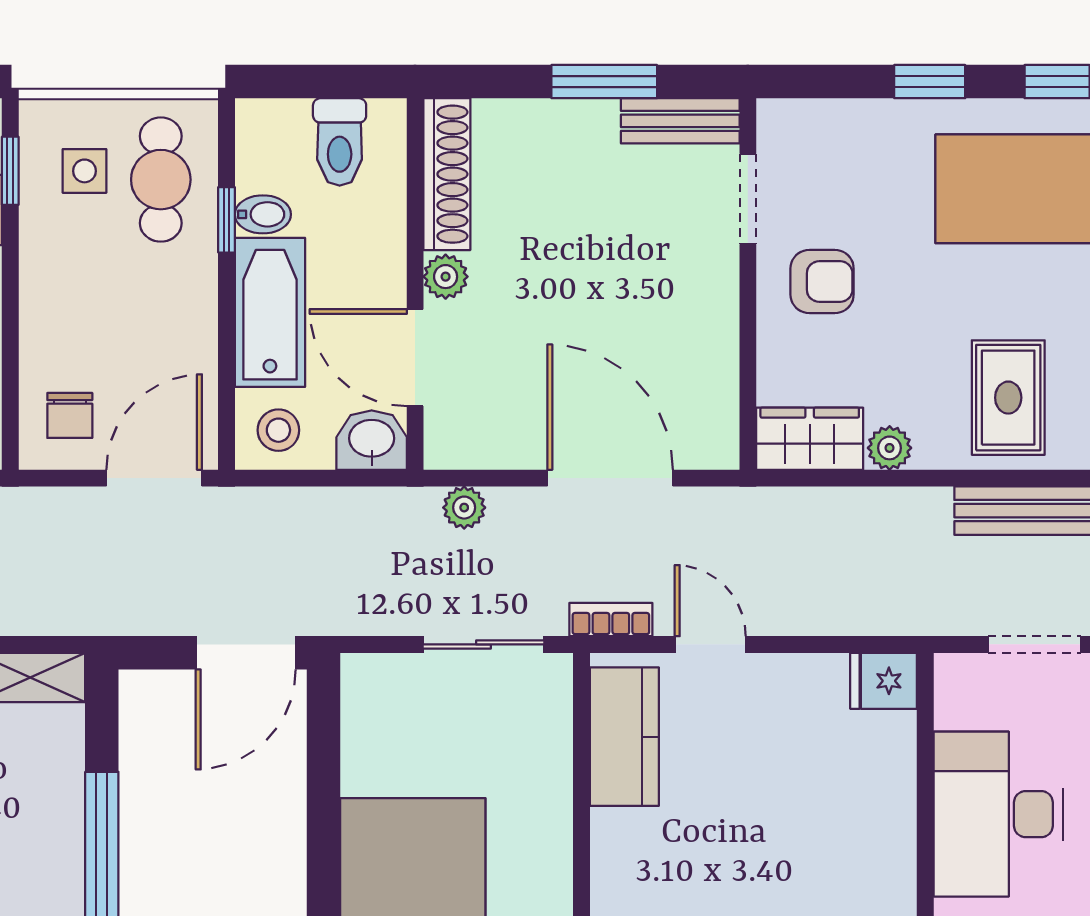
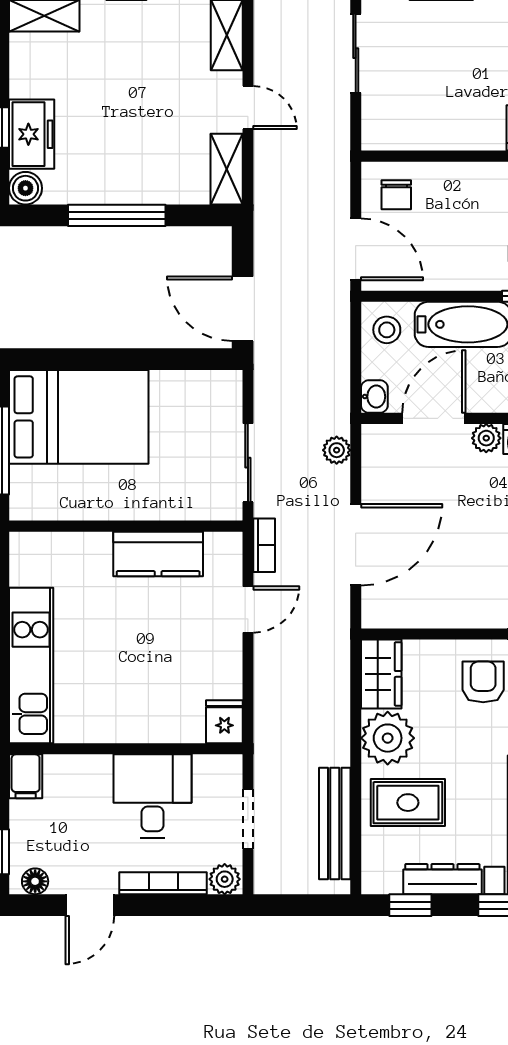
armchair: (822, 282) -> (483, 682), turned 180
chair: (70, 415) -> (396, 195), turned -90
washbasin: (372, 440) -> (374, 397), width x0.72, depth x0.69
plant: (890, 448) -> (388, 738), width x1.87, depth x1.87
kitchen counter: (624, 737) -> (158, 554), moved
desk: (998, 814) -> (153, 796), width x0.73

